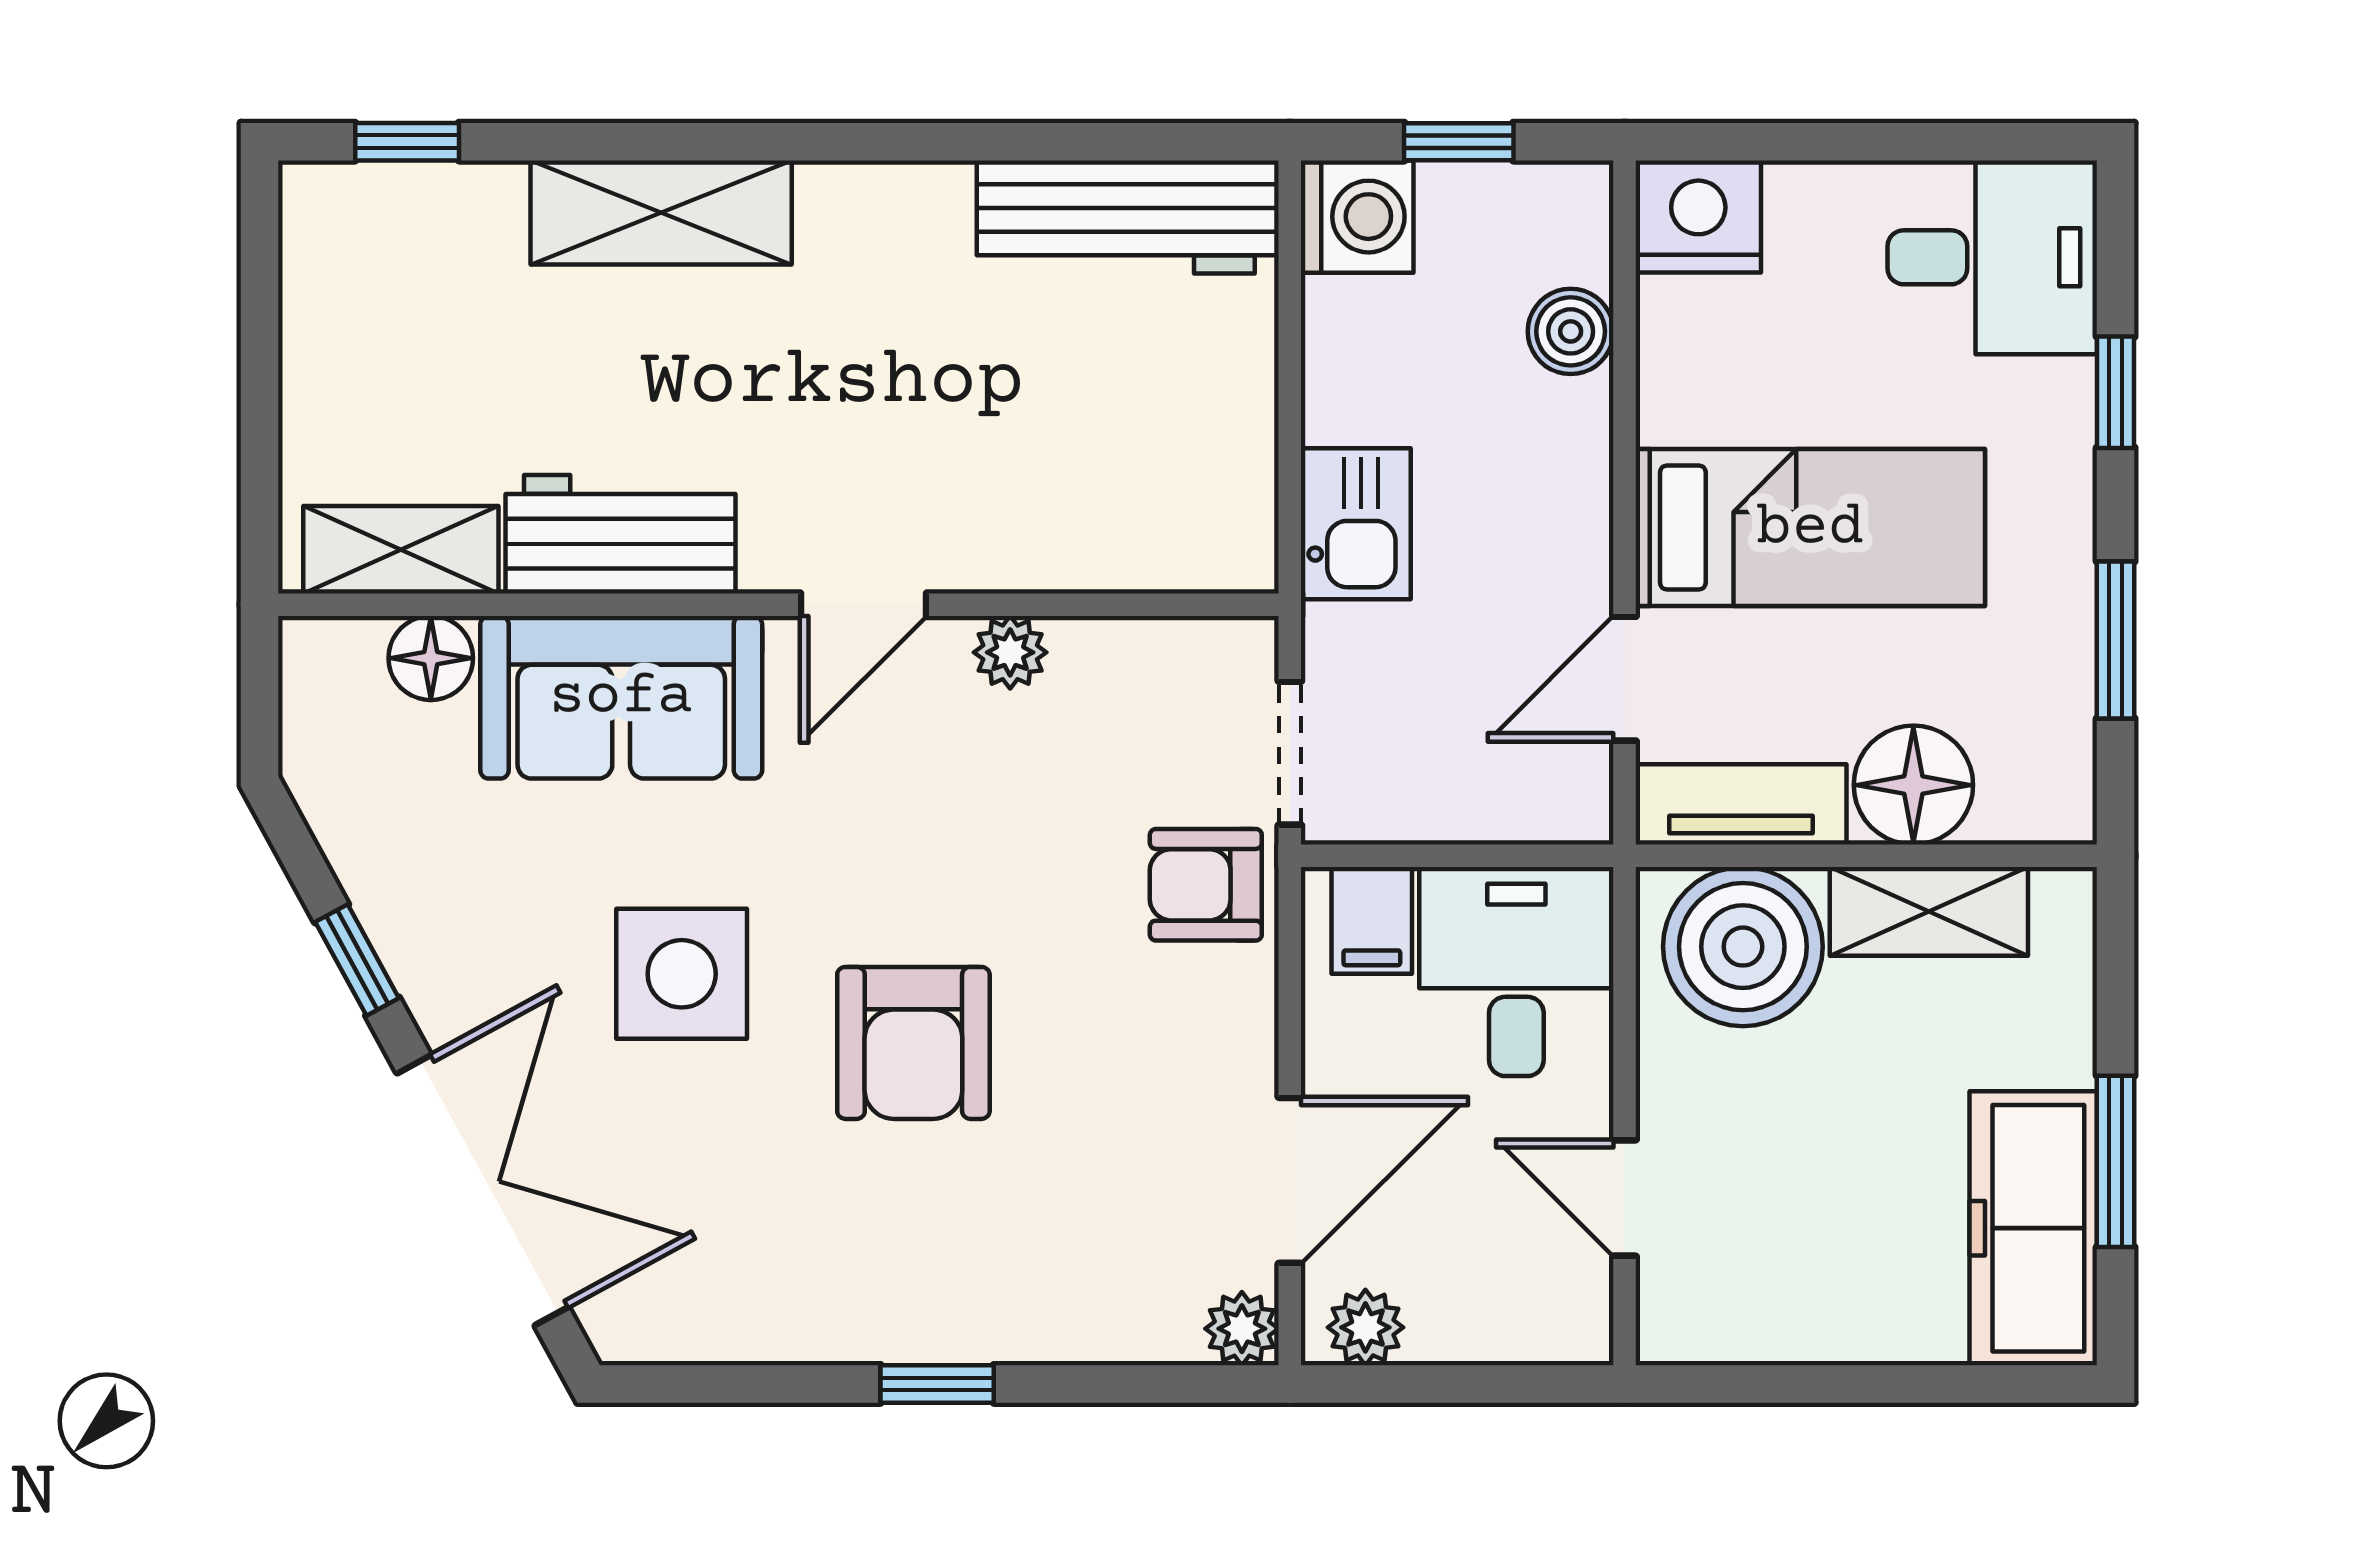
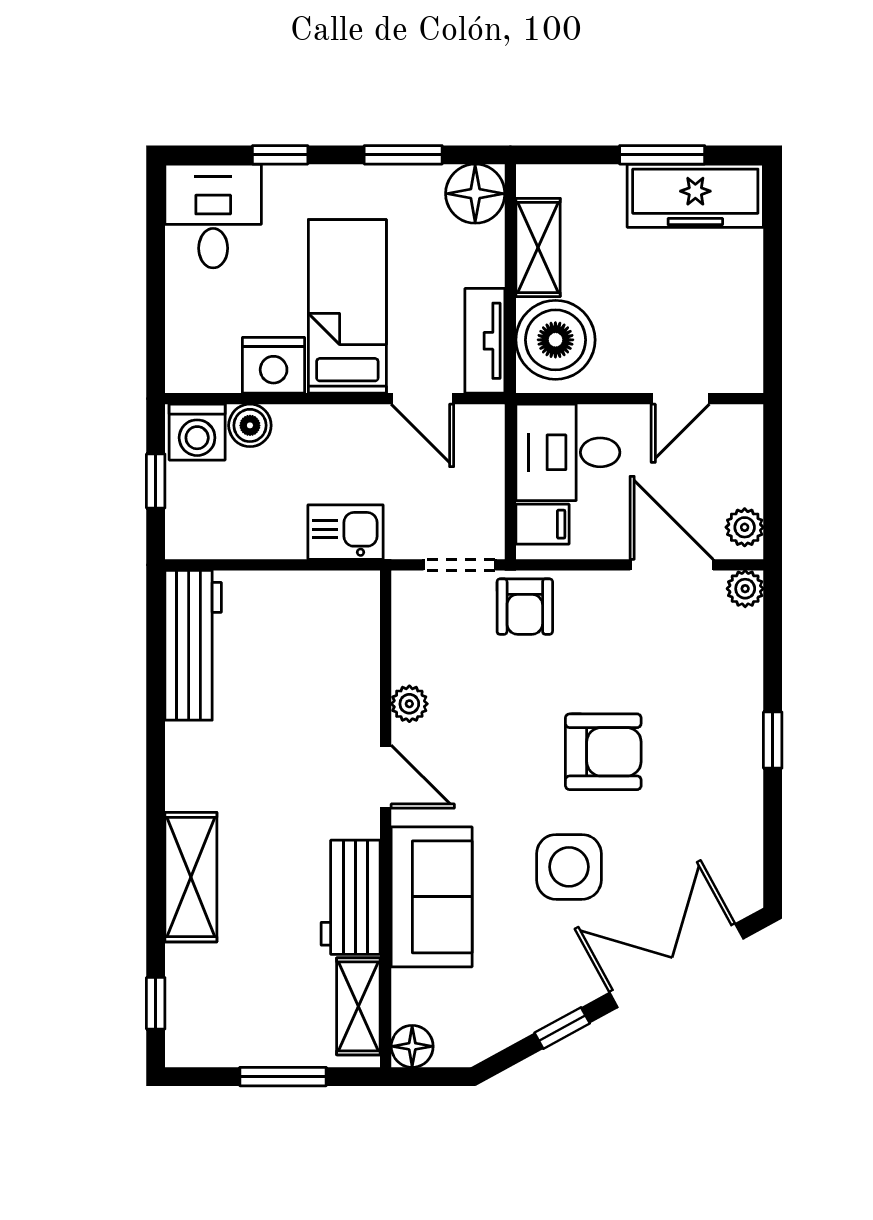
nightstand: (1698, 216) -> (274, 365), moved, turned -90
washing machine: (1357, 217) -> (197, 432), moved, turned 180
window: (260, 398) -> (283, 1077), added
floor lamp: (431, 658) -> (412, 1046), moved
floor lamp: (1913, 785) -> (475, 194), moved

